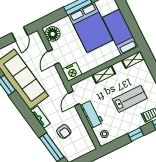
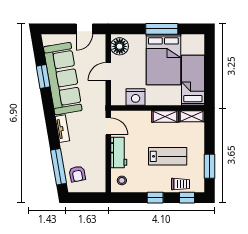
nightstand: (72, 72) -> (136, 97), moved
shelving: (104, 74) -> (165, 116), moved
door: (74, 98) -> (108, 126), swing flipped
armchair: (64, 132) -> (77, 174), moved

